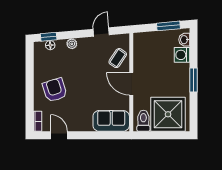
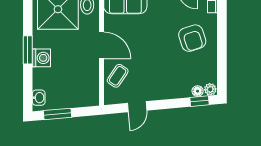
plant: (72, 44) -> (210, 89), moved
washing machine: (182, 55) -> (41, 58), moved

